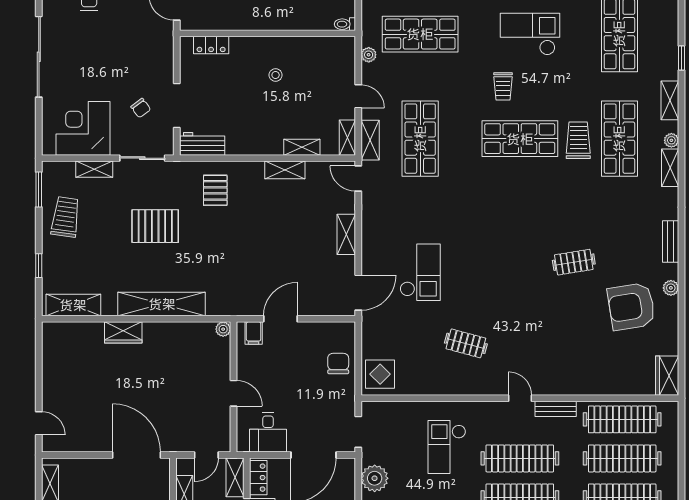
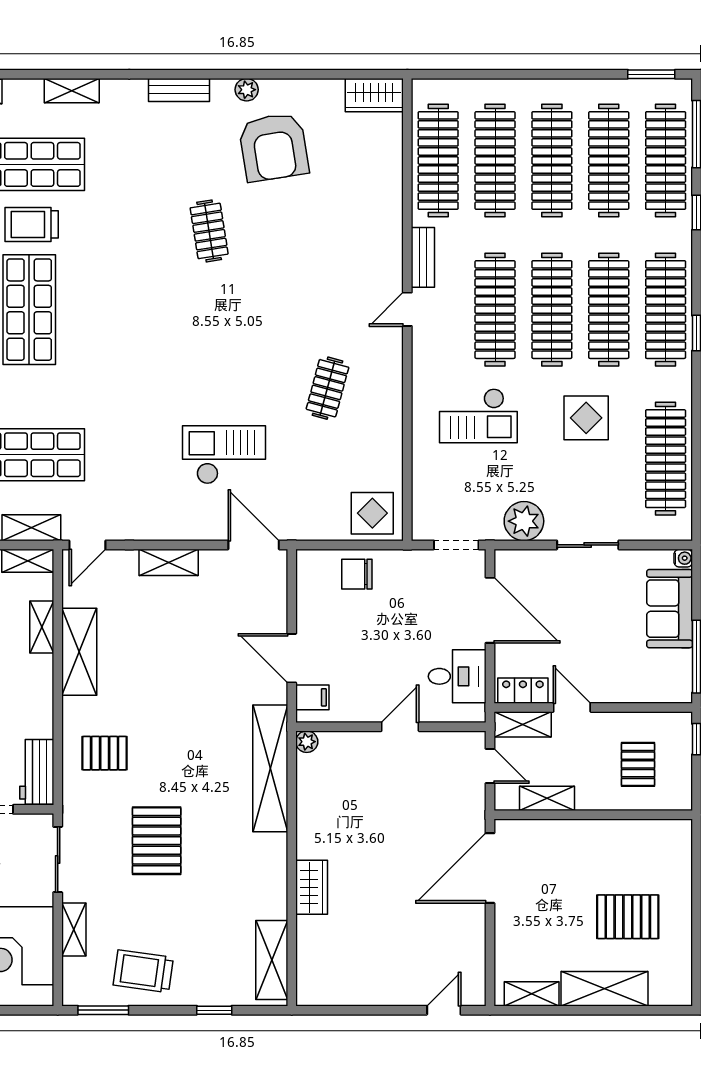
plant: (671, 140) -> (32, 89), removed
shelving: (285, 170) -> (79, 652), width x1.50, depth x1.33
shelving: (162, 304) -> (270, 768), moved

